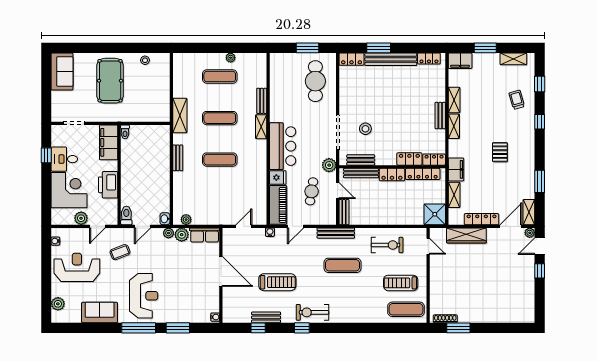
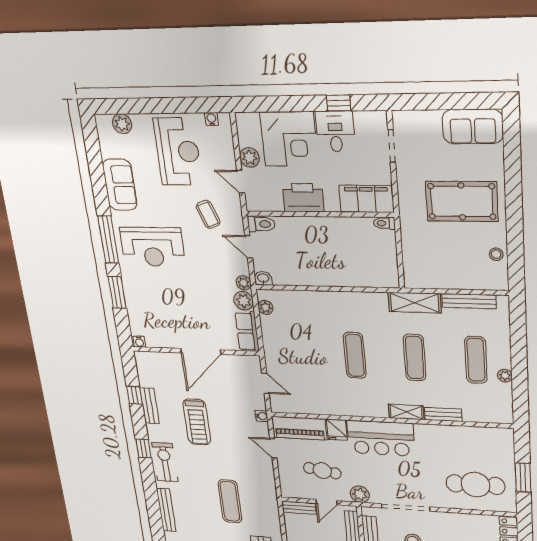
bench: (178, 158) -> (469, 301), moved, width x1.36
bench: (336, 233) -> (166, 510), moved

